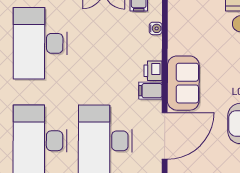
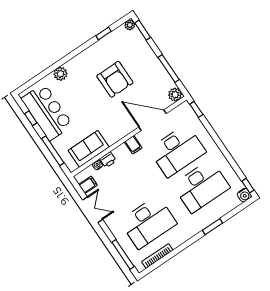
printer: (153, 71) -> (108, 160), moved
sofa: (183, 83) -> (89, 149), moved

